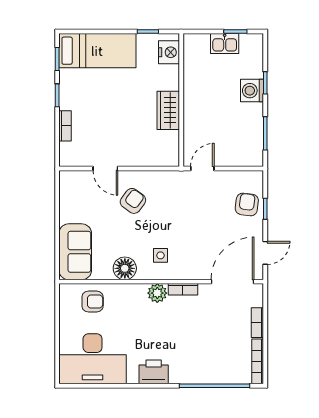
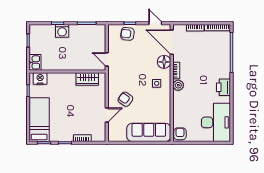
kitchen sink: (225, 43) -> (35, 62), moved
wardrobe: (168, 110) -> (87, 79), moved
sofa: (75, 252) -> (149, 132), width x1.36
floor lamp: (125, 268) -> (164, 62), moved
armchair: (93, 301) -> (180, 134), moved

